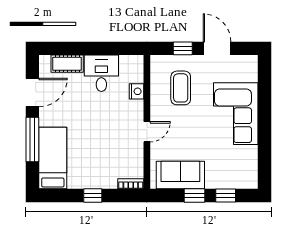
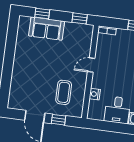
corner sofa: (236, 114) -> (28, 69), removed
sofa: (180, 175) -> (47, 29), moved
window: (194, 195) -> (80, 18), moved

